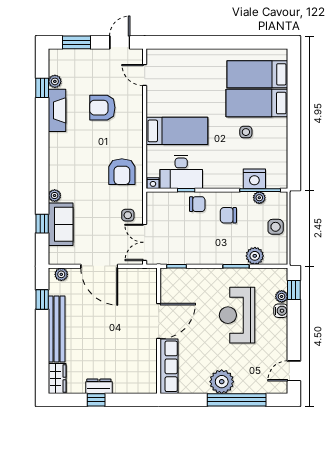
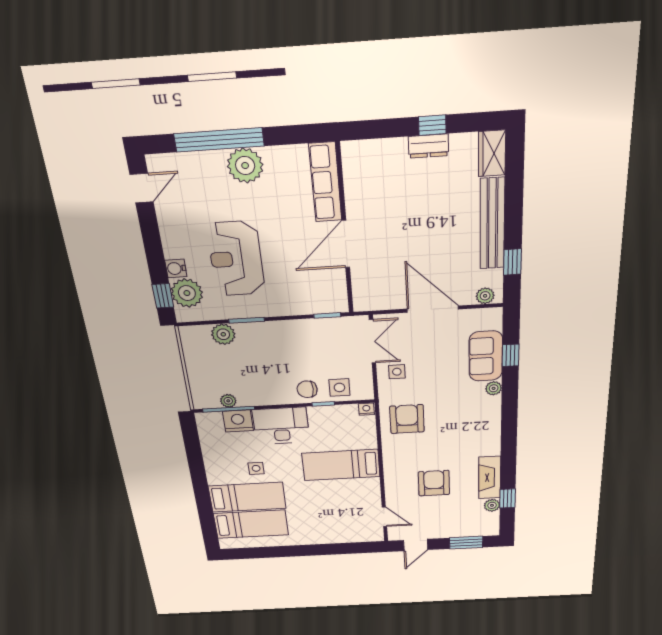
armchair: (102, 108) -> (434, 483), turned -90
desk: (181, 172) -> (281, 426), moved
chair: (228, 215) -> (265, 379), removed
side table: (276, 227) -> (339, 387), moved
plant: (282, 296) -> (187, 293), width x1.88, depth x1.88
reception desk: (237, 315) -> (236, 259), turned 180

